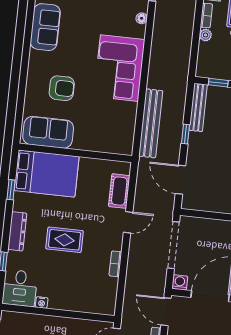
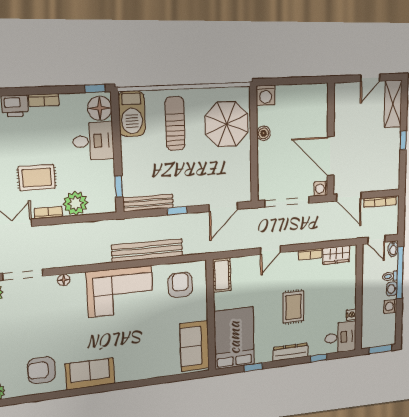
plant: (205, 35) -> (76, 203), width x1.87, depth x1.87
armchair: (62, 88) -> (180, 285), moved
bench: (151, 123) -> (147, 250), moved
cot: (119, 191) -> (222, 275), moved, turned 90
door: (128, 222) -> (270, 250), swing flipped
wardrobe: (109, 292) -> (336, 255), added
door: (166, 312) -> (349, 197), hinge flipped

